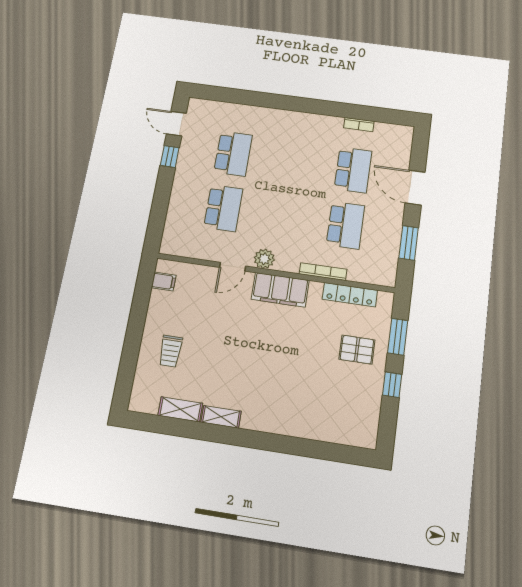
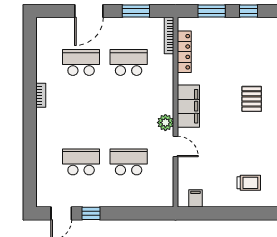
bookcase: (359, 125) -> (41, 95), moved
bookcase: (323, 272) -> (169, 35), moved
pallet: (357, 350) -> (252, 99), moved

